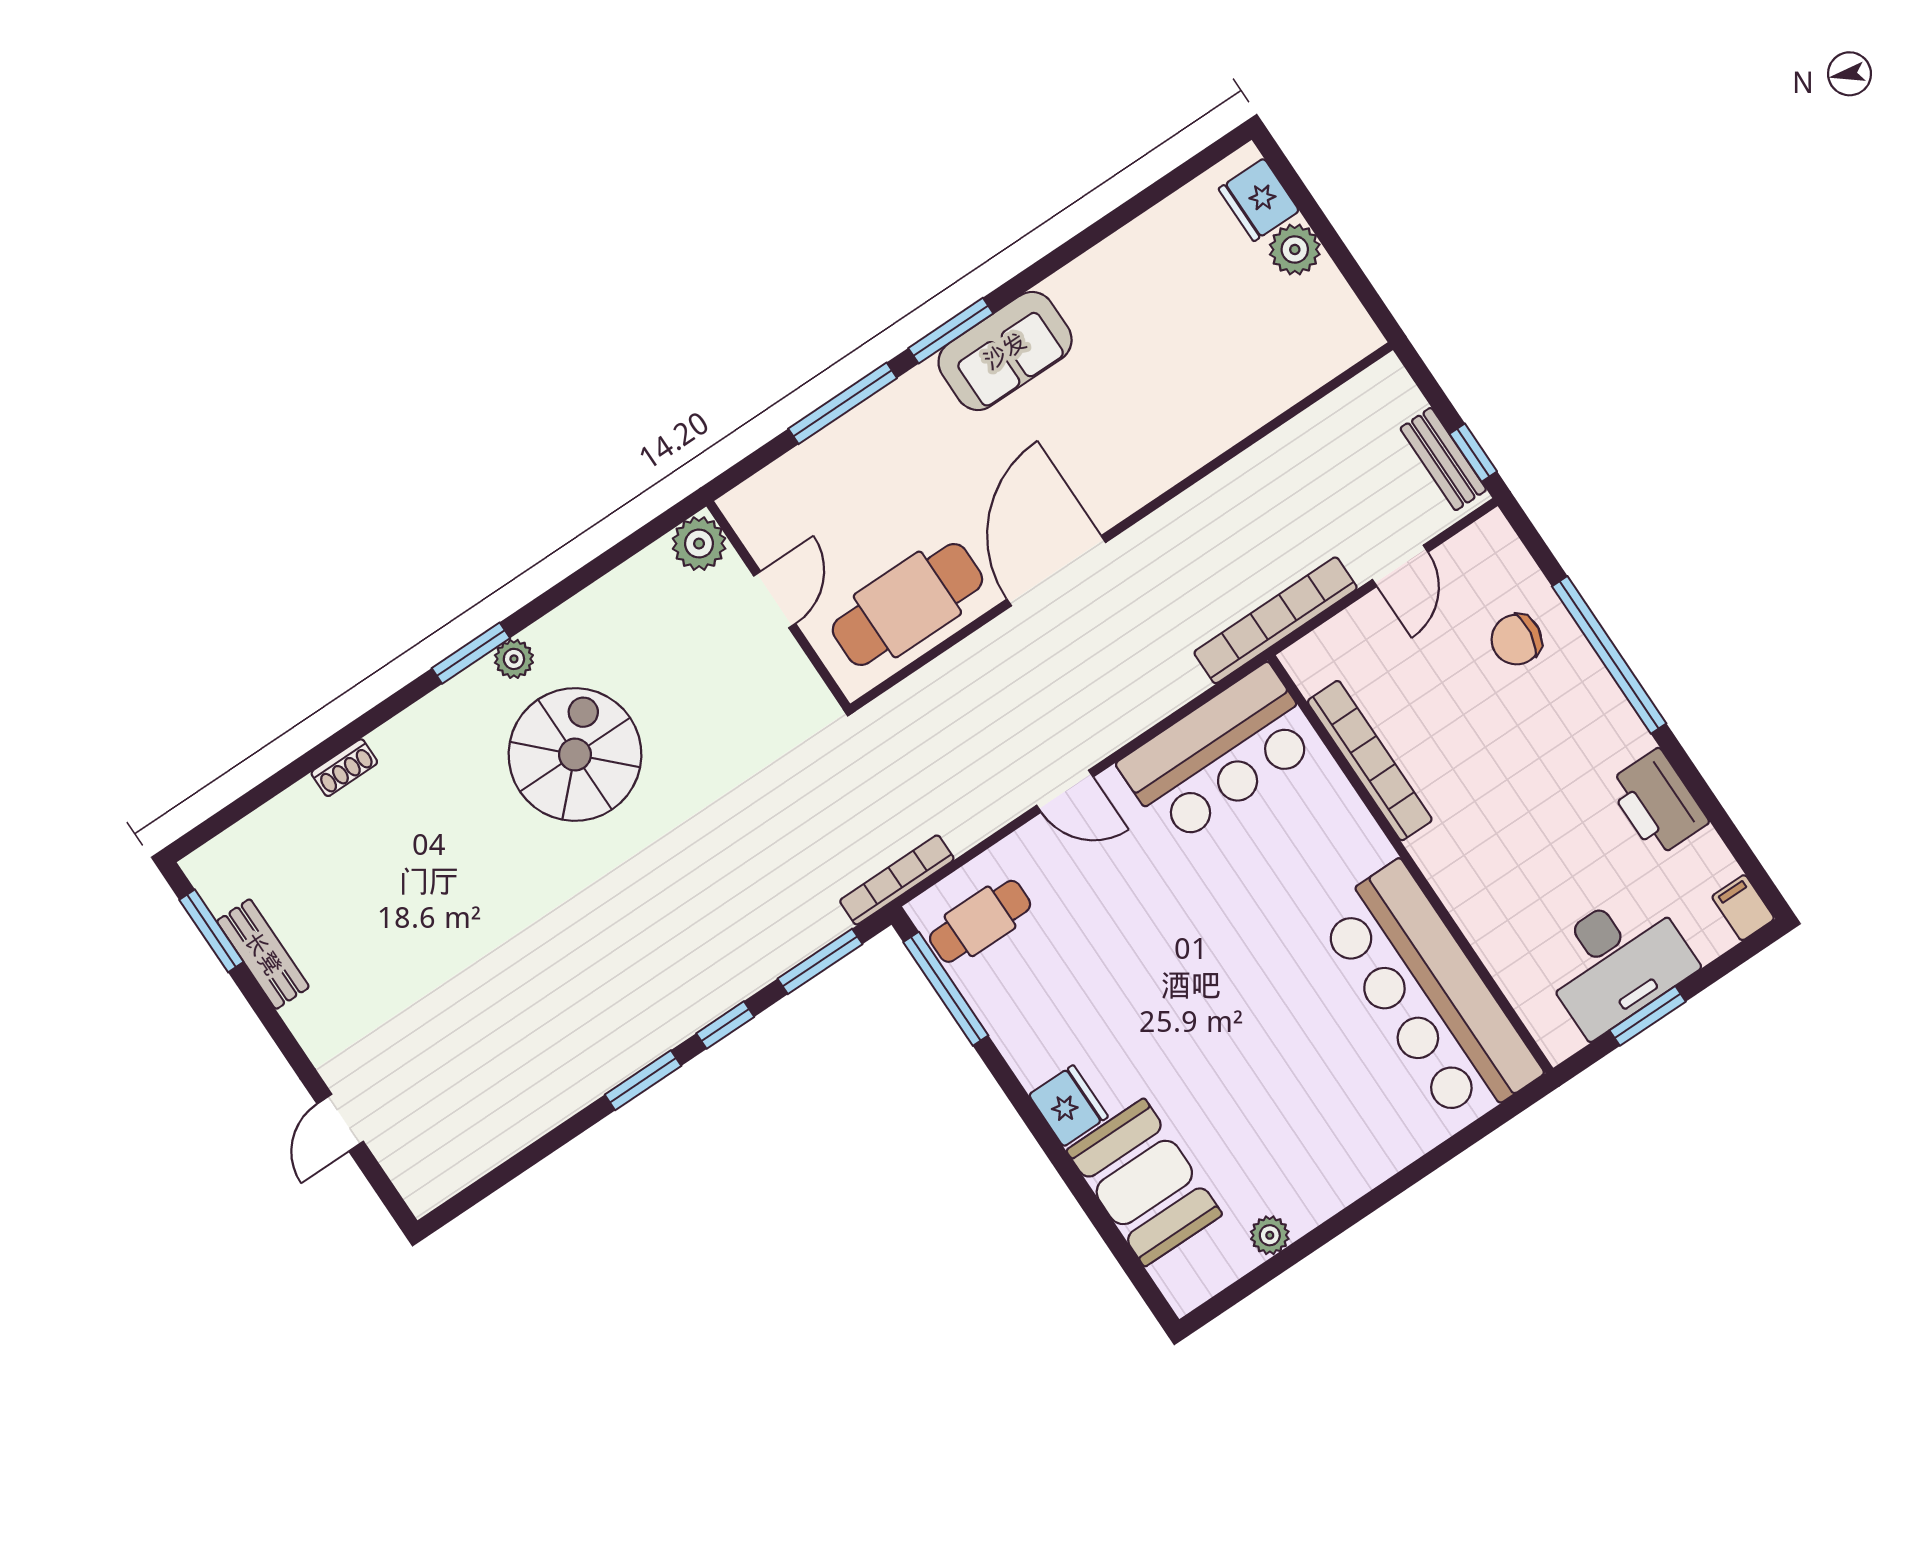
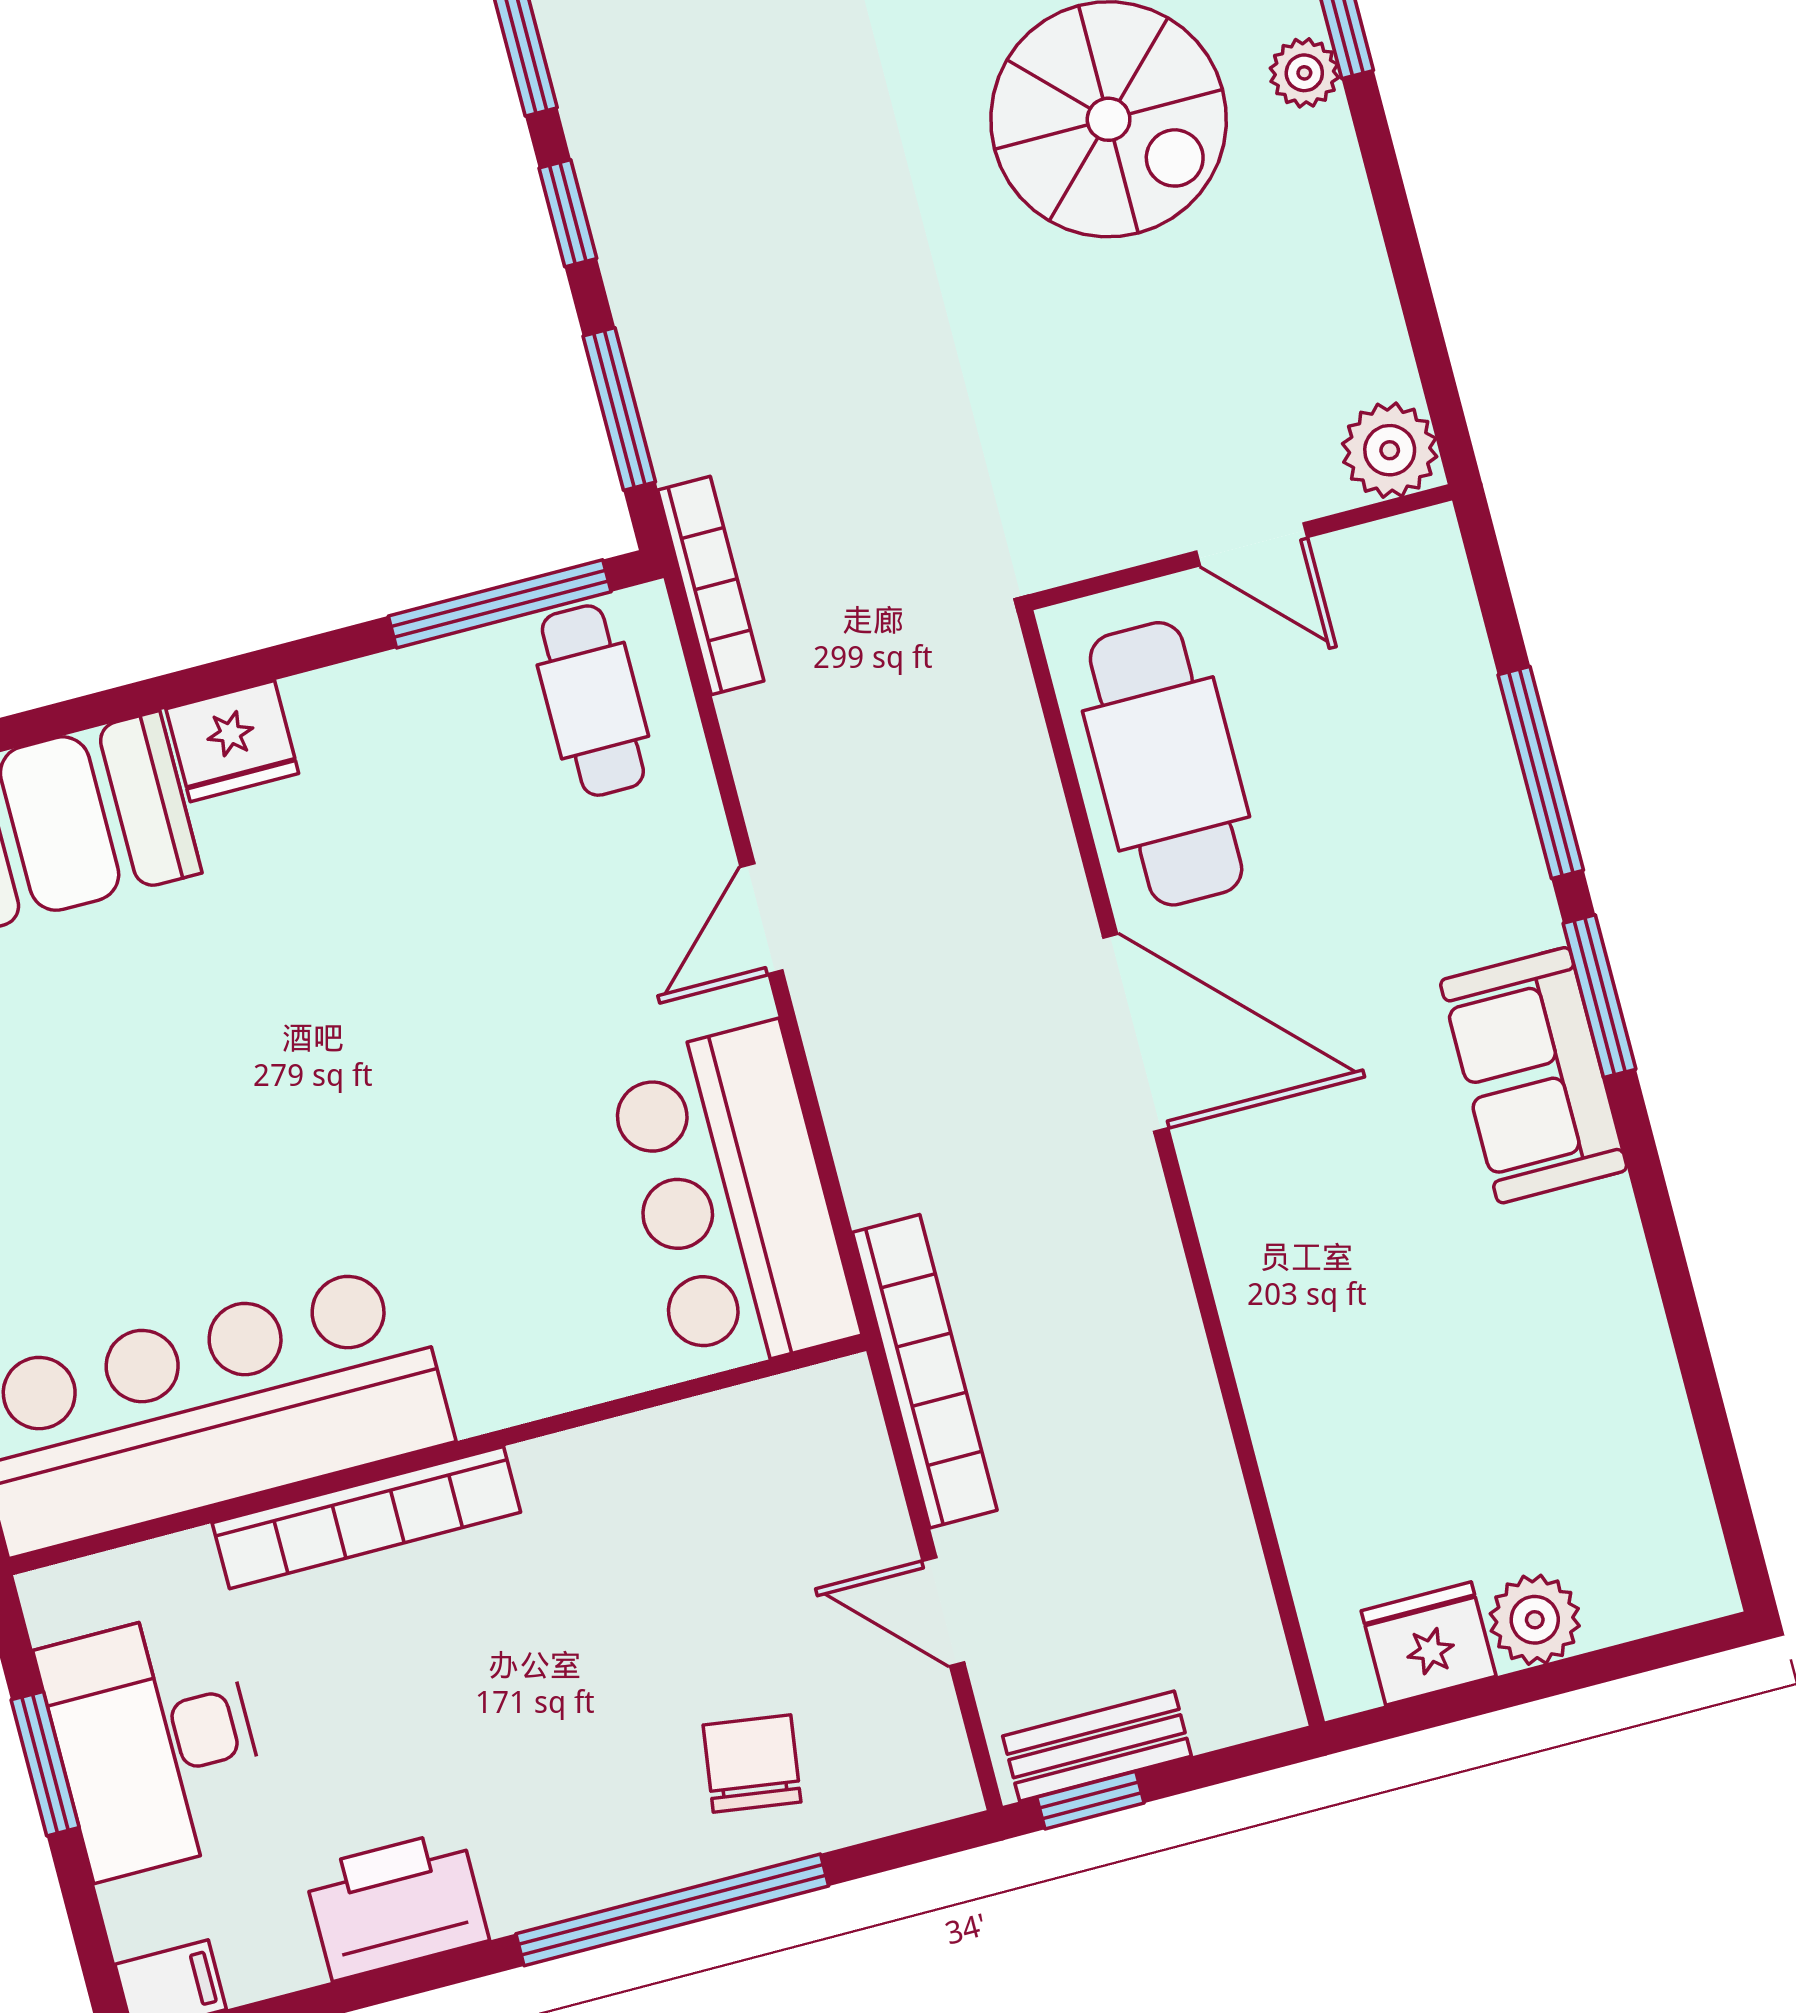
fridge: (1259, 200) -> (1429, 1644), moved
bookcase: (1370, 761) -> (366, 1518), moved

